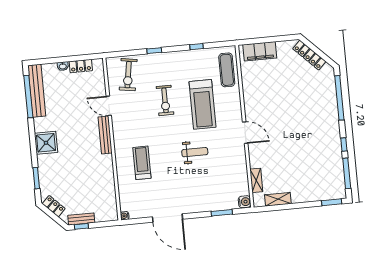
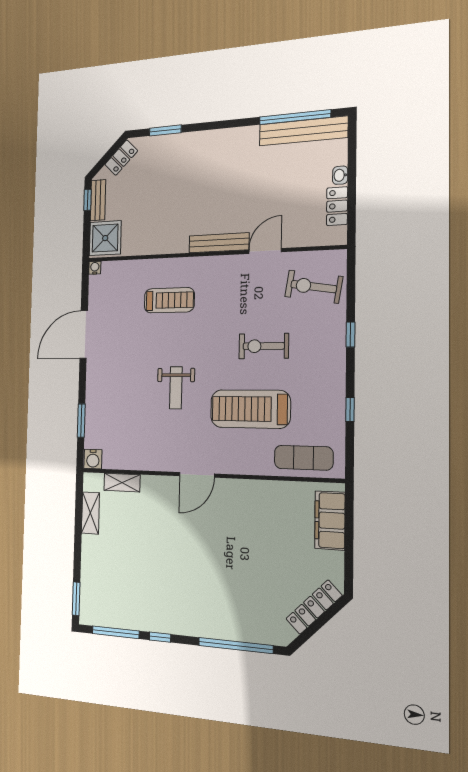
shower: (46, 143) -> (105, 238), moved

